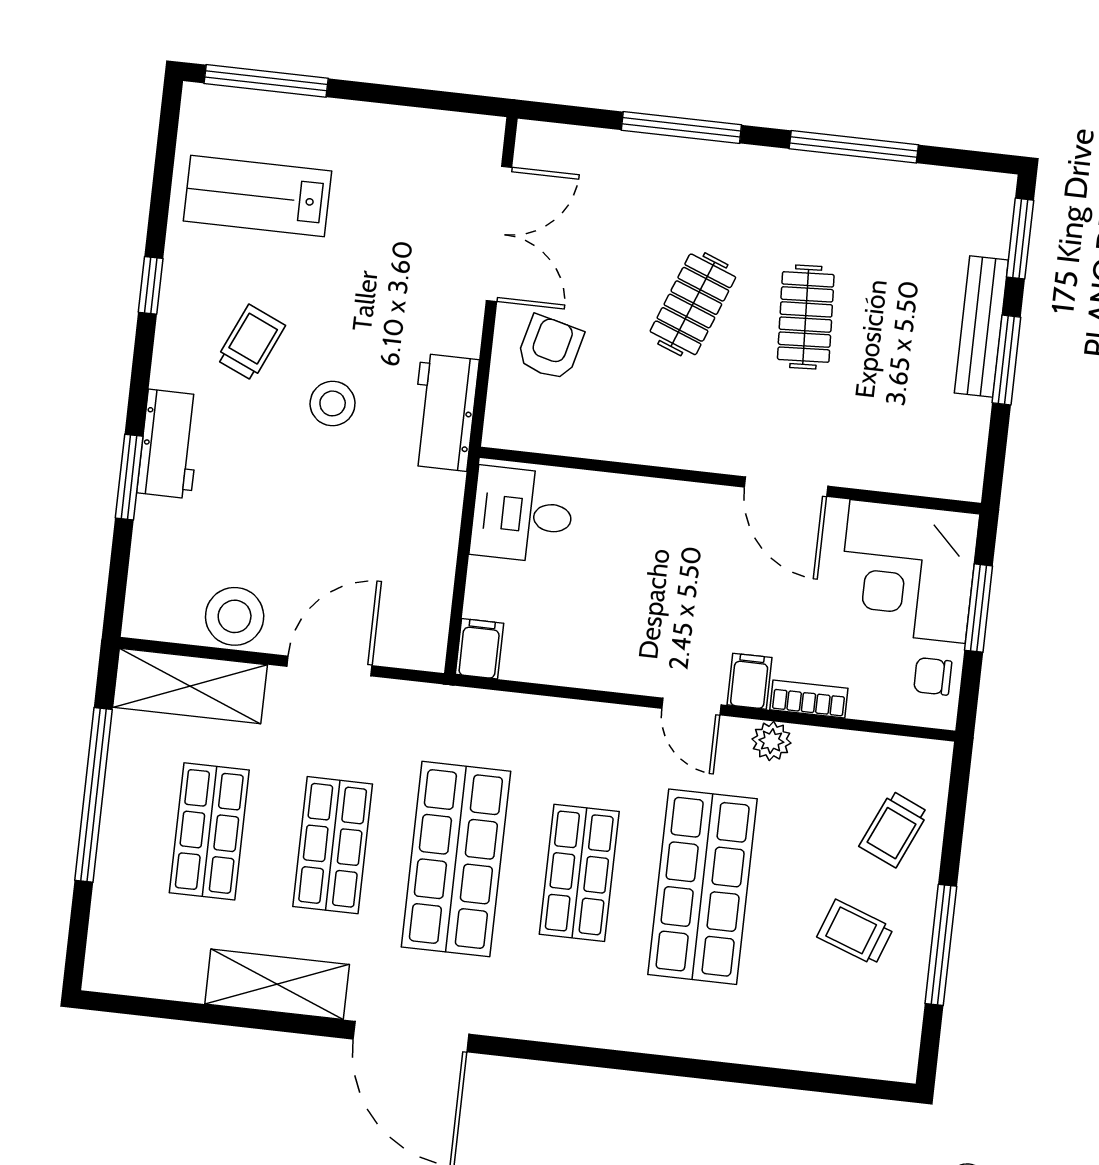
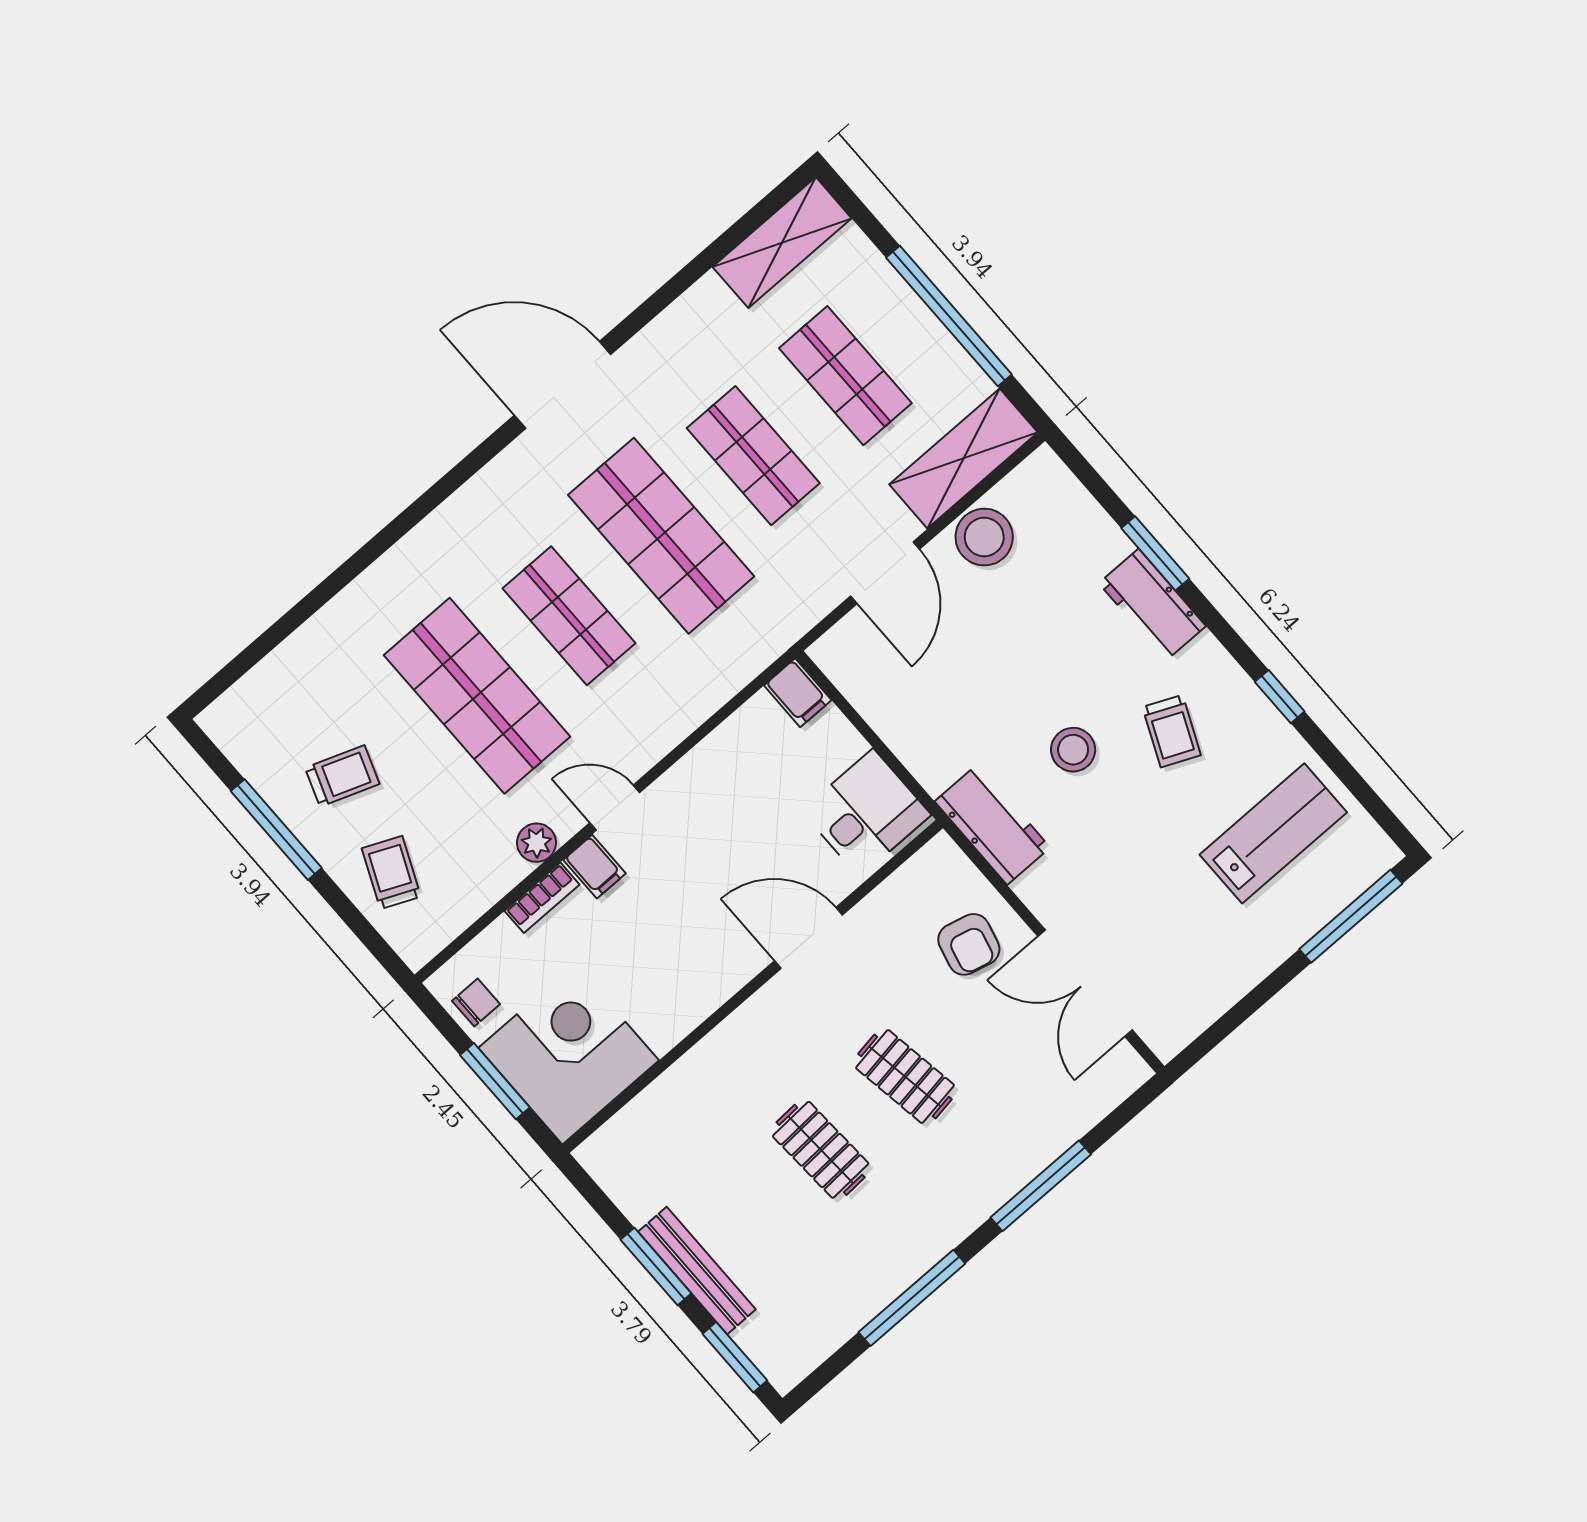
clothes rail: (693, 304) -> (905, 1077), turned -30
door: (786, 487) -> (809, 938), moved
shelving: (277, 984) -> (782, 243), moved

